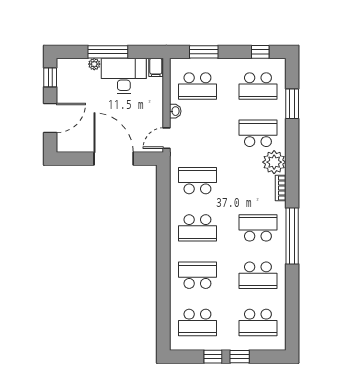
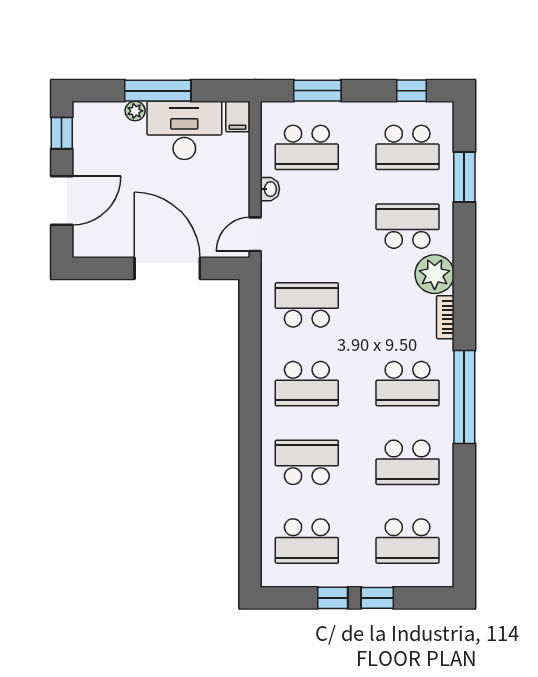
school desk: (258, 228) -> (408, 384), turned 180

